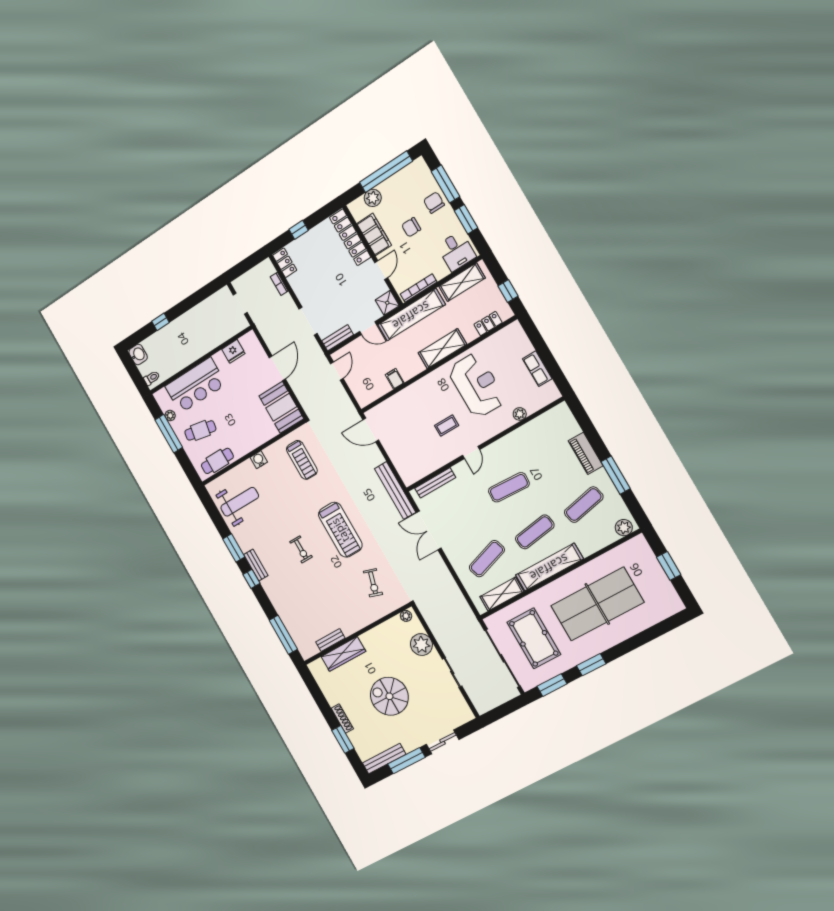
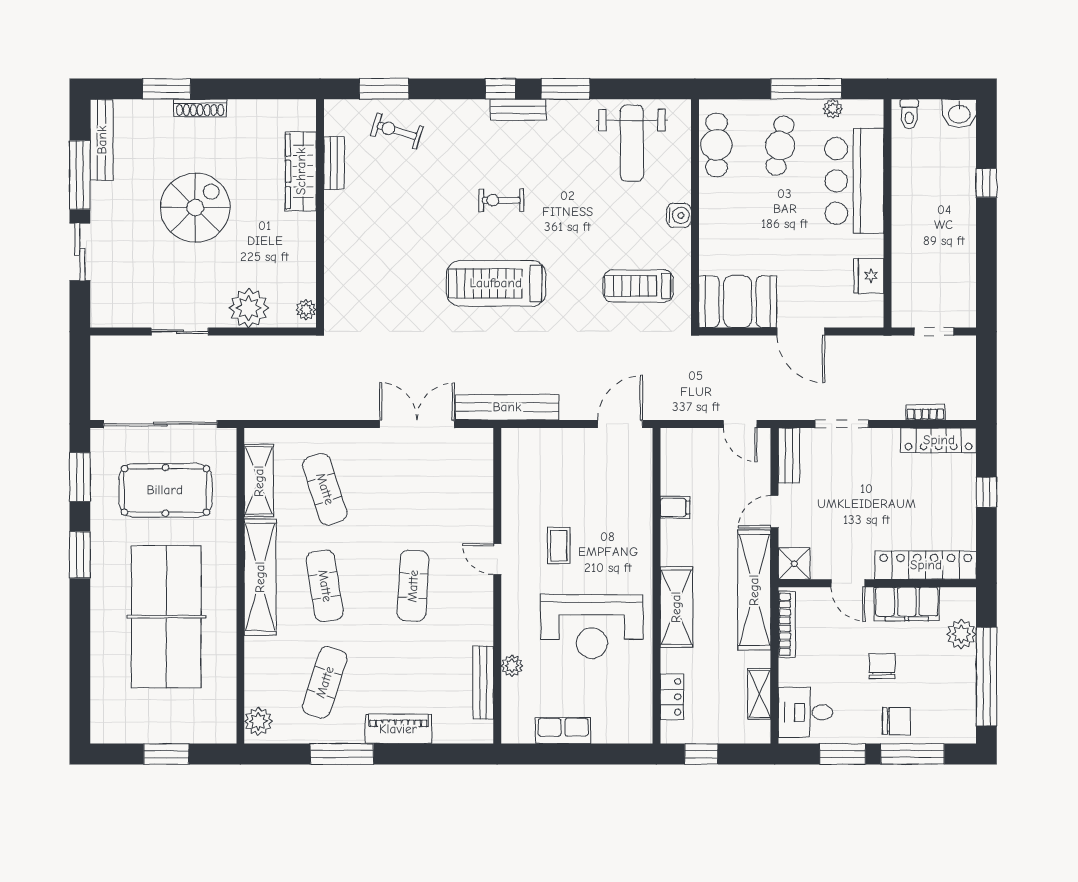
locker: (285, 263) -> (939, 440), width x1.53
shelving: (462, 282) -> (759, 694), width x0.67, depth x0.75
bench: (435, 483) -> (483, 683), moved
exercise mat: (584, 505) -> (325, 682), turned 30
exercise bike: (373, 583) -> (397, 131), moved
window: (283, 635) -> (384, 89), width x0.69

